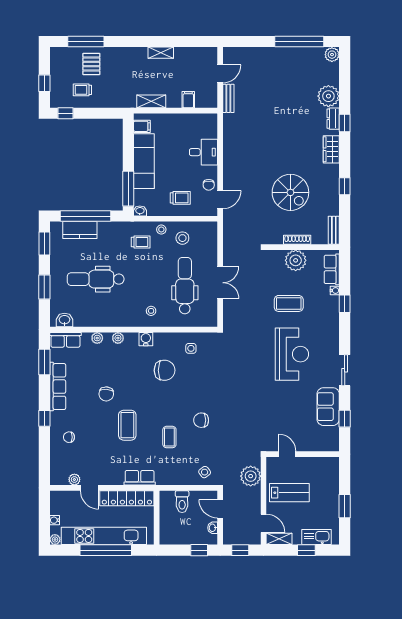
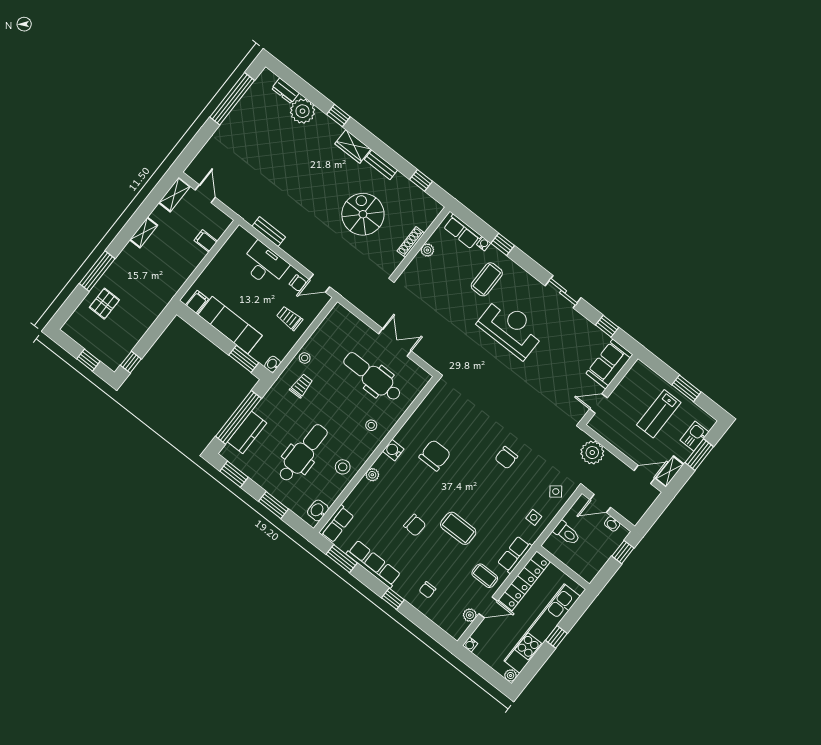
window: (86, 42) -> (97, 271), moved
plant: (332, 55) -> (267, 78), removed
pallet: (91, 64) -> (104, 304), turned 90
trolley: (82, 90) -> (121, 330), removed
bench: (228, 98) -> (269, 232), moved
shelving: (151, 101) -> (174, 195), moved
dresser: (333, 119) -> (285, 91), moved
desk: (203, 152) -> (264, 265), width x1.37
window: (345, 186) -> (421, 180), moved
window: (128, 189) -> (244, 359), width x0.69
spiral stairs: (290, 192) -> (363, 214), turned -90
trolley: (180, 198) -> (289, 318), turned -90
door: (220, 200) -> (319, 283), swing flipped
bench: (334, 230) -> (381, 165), moved
stool: (182, 238) -> (343, 467), moved
plant: (296, 260) -> (427, 250), width x0.53, depth x0.53
dental chair: (96, 279) -> (303, 453), turned 180
coffee table: (289, 303) -> (487, 279), moved
plant: (97, 338) -> (358, 494), removed
side table: (191, 348) -> (534, 517), moved
sofa: (328, 407) -> (609, 364), moved, turned 90
coffee table: (169, 437) -> (485, 576), moved
lab bench: (289, 493) -> (659, 414), moved, turned 180
water cooler: (55, 520) -> (470, 644), moved
kitchen sink: (316, 537) -> (694, 436), width x0.73
window: (106, 550) -> (556, 637), width x0.32
window: (240, 550) -> (652, 515), removed
window: (306, 550) -> (699, 455), width x1.50

